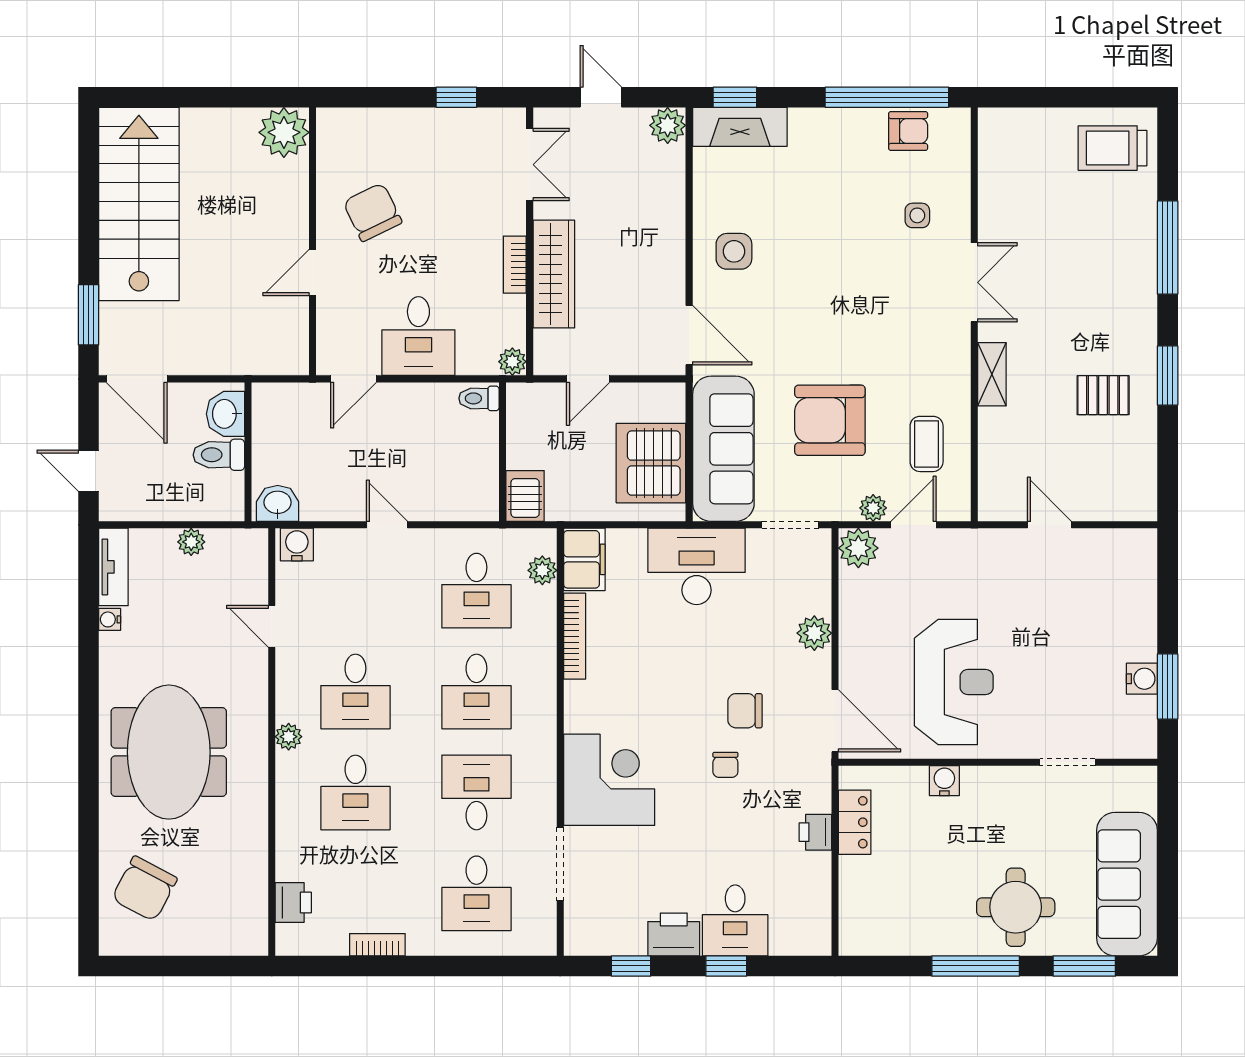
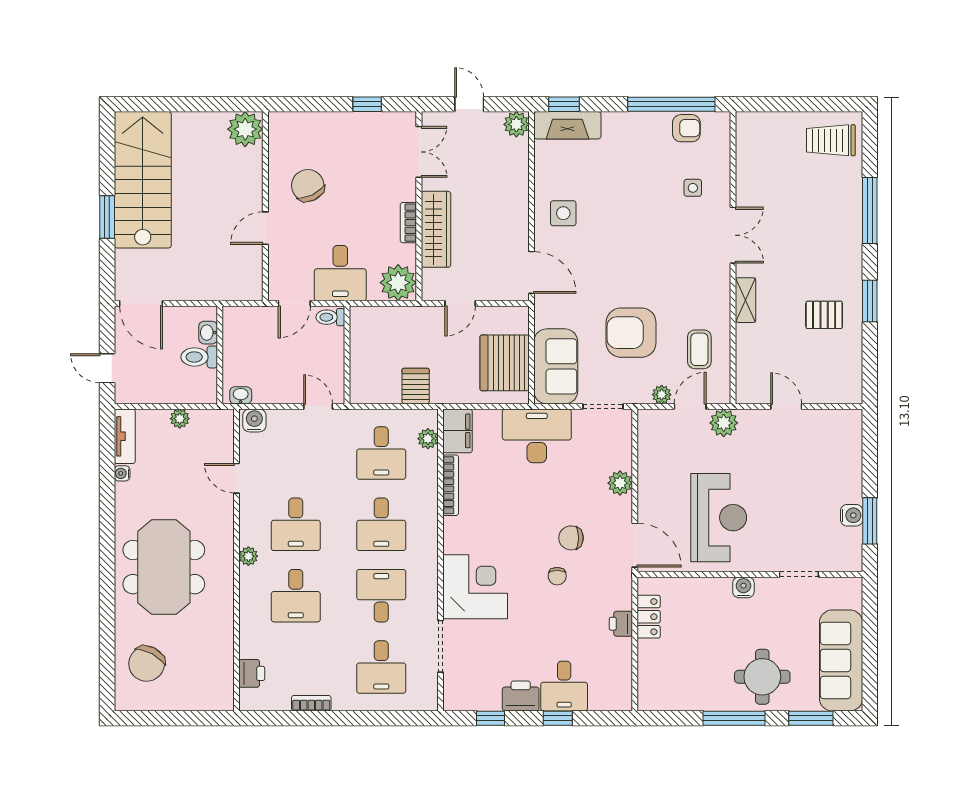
window: (88, 315) -> (107, 217), moved
plant: (512, 362) -> (398, 283), width x1.88, depth x1.88
toilet: (479, 398) -> (330, 317), moved
washbasin: (225, 414) -> (208, 333), width x0.72, depth x0.69
sofa: (723, 449) -> (556, 366), width x0.73
wall: (502, 452) -> (347, 355), moved
washbasin: (278, 503) -> (241, 395), width x0.72, depth x0.69
plant: (858, 548) -> (724, 423), moved
water cooler: (944, 781) -> (743, 587), moved

